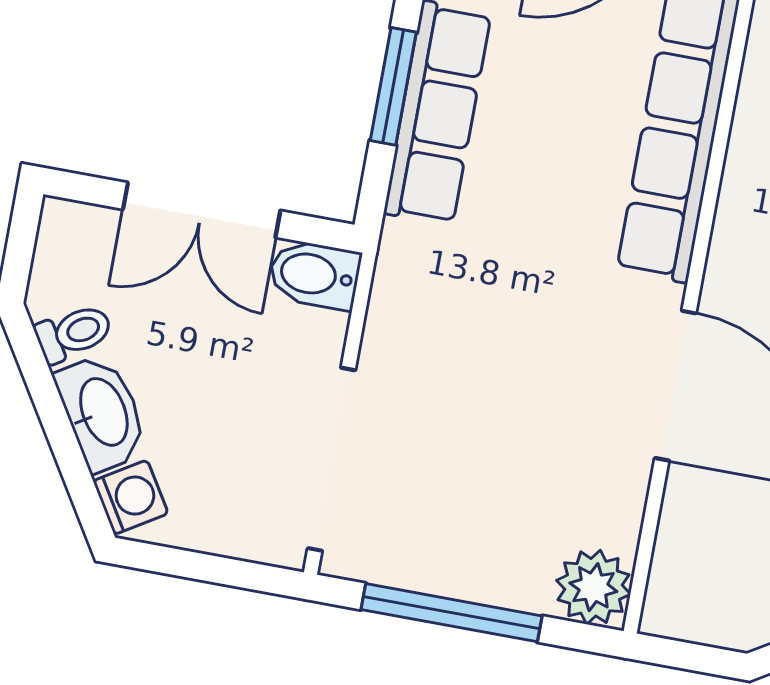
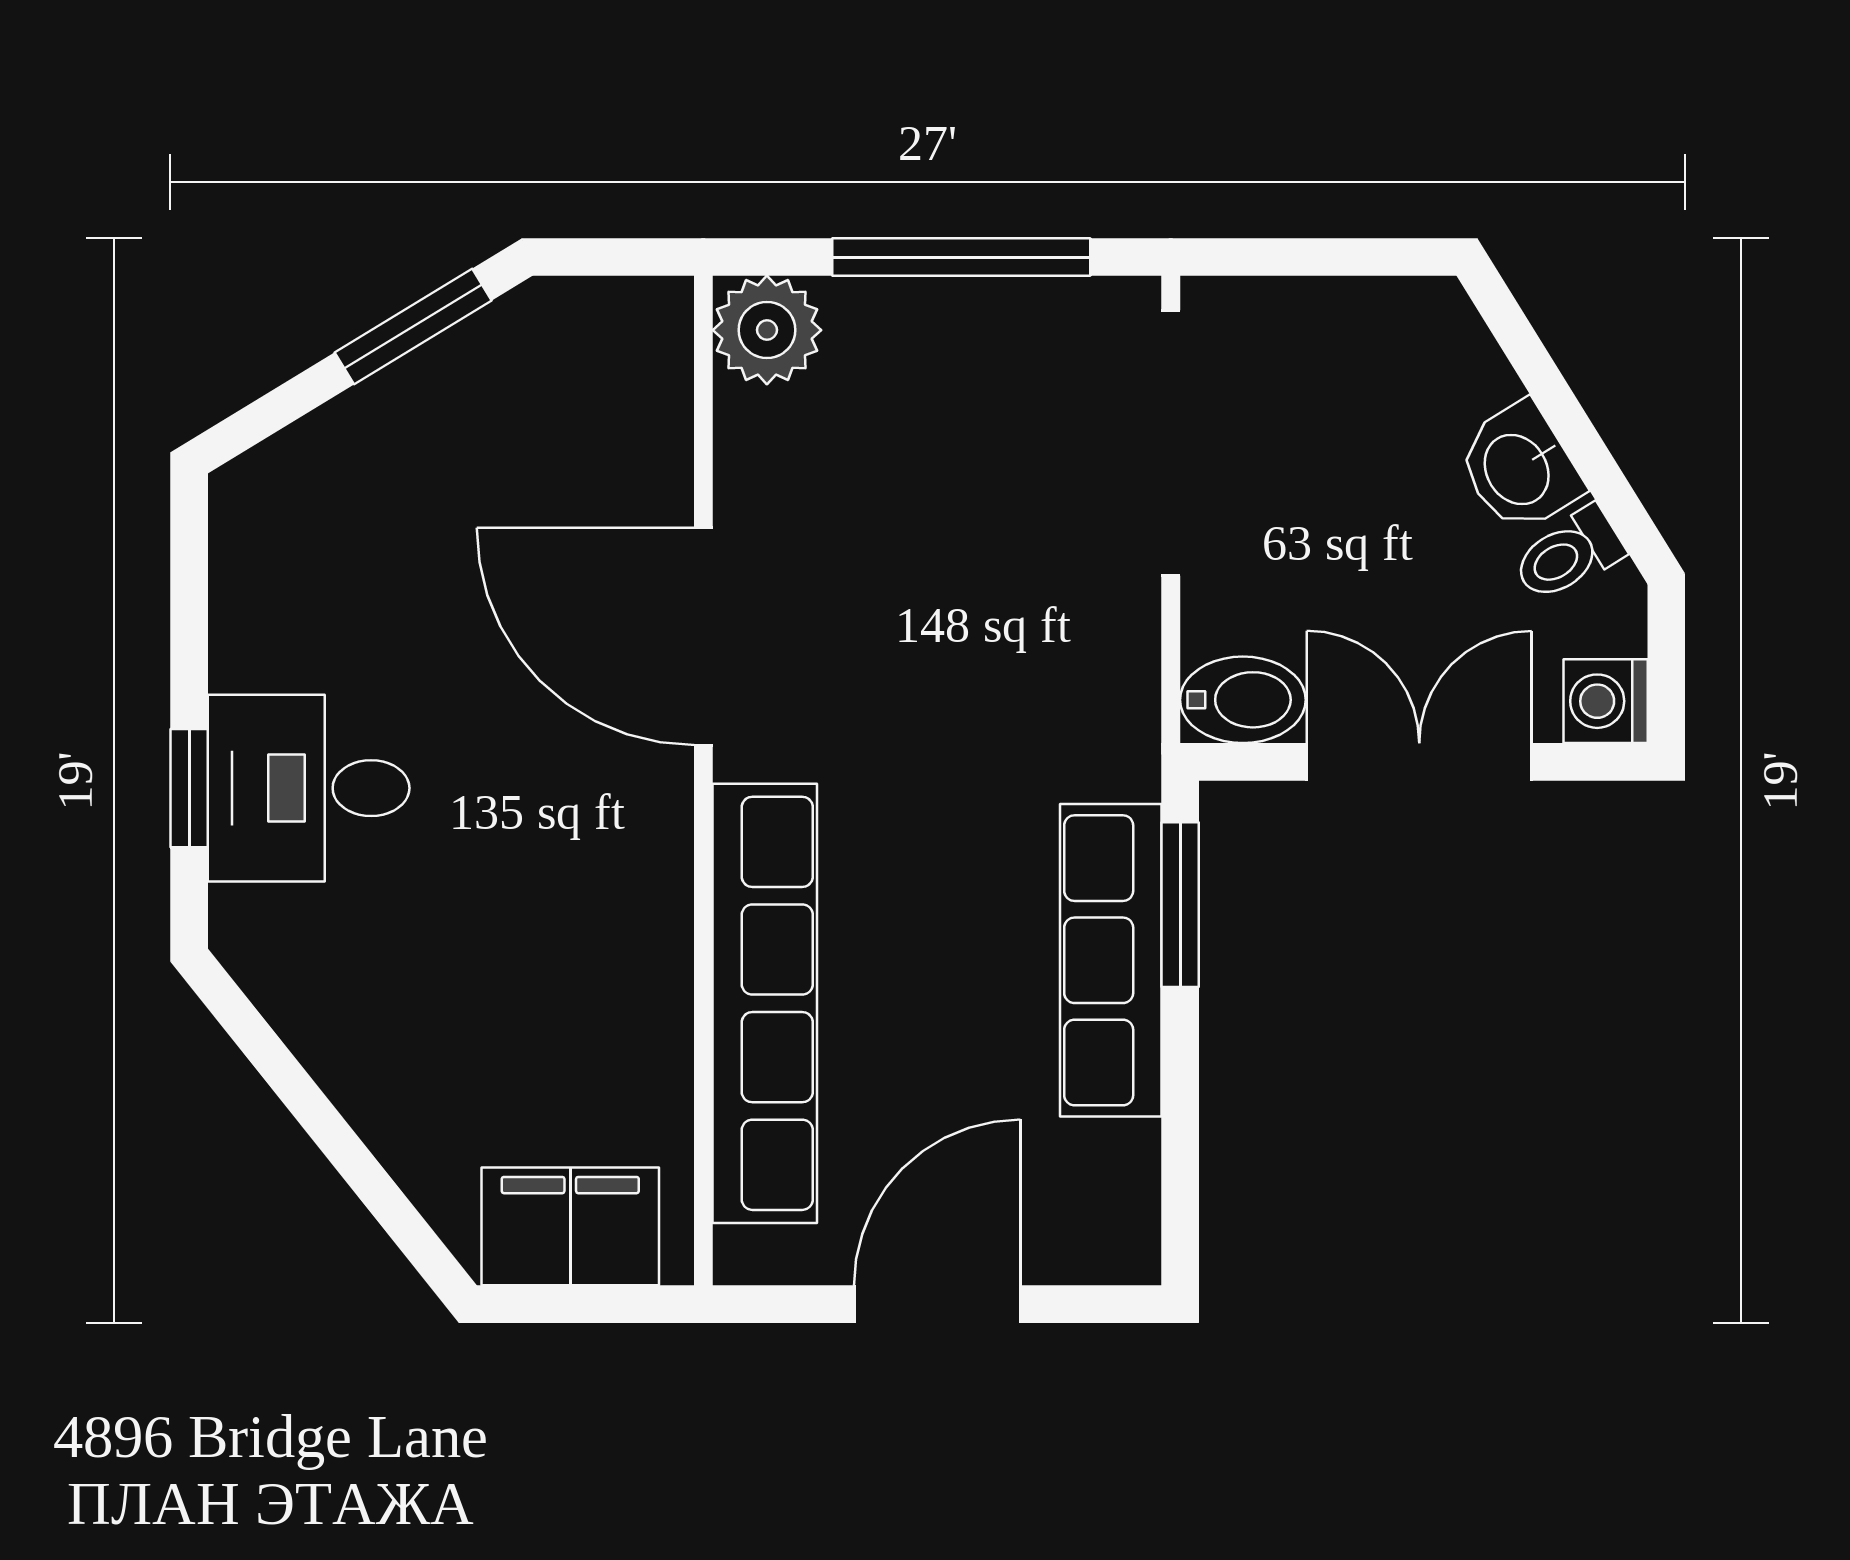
window: (393, 86) -> (1180, 905), moved
washbasin: (102, 413) -> (1519, 468), width x0.72
washing machine: (131, 497) -> (1606, 701), moved, turned 32

